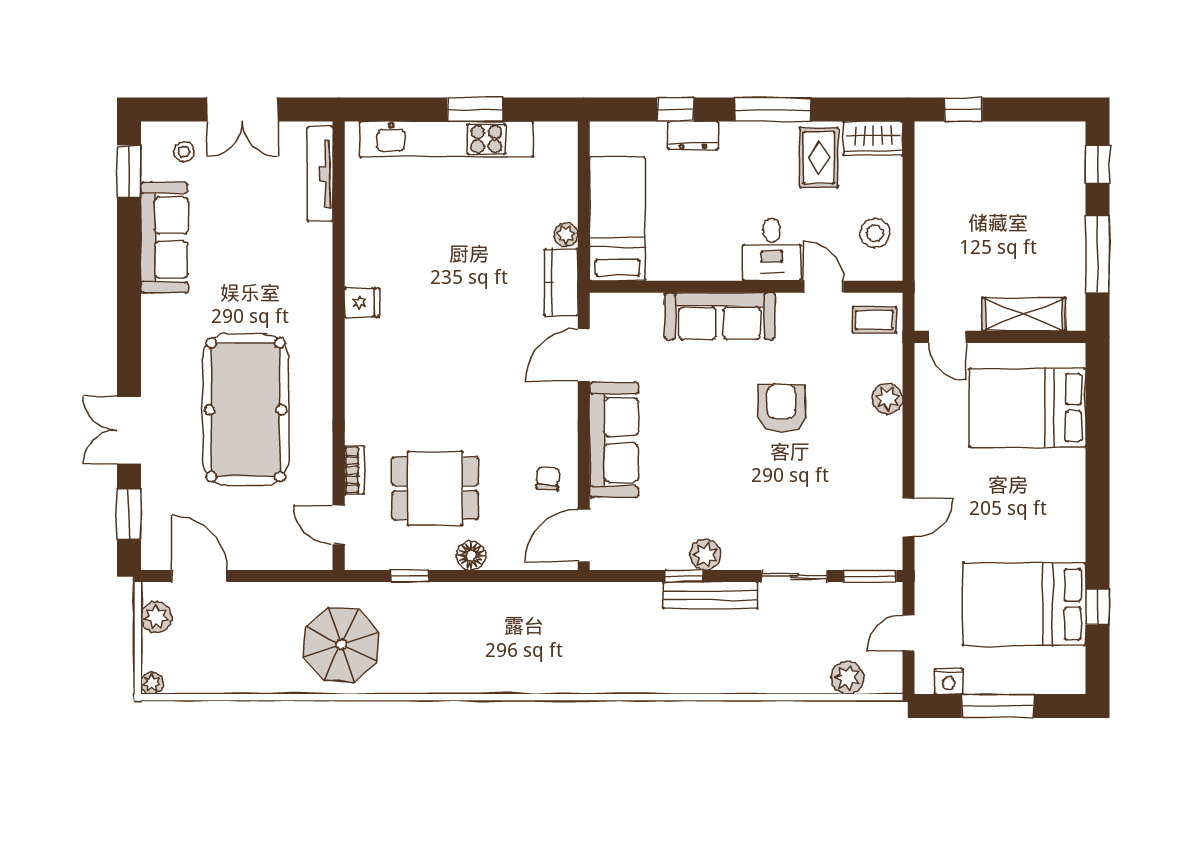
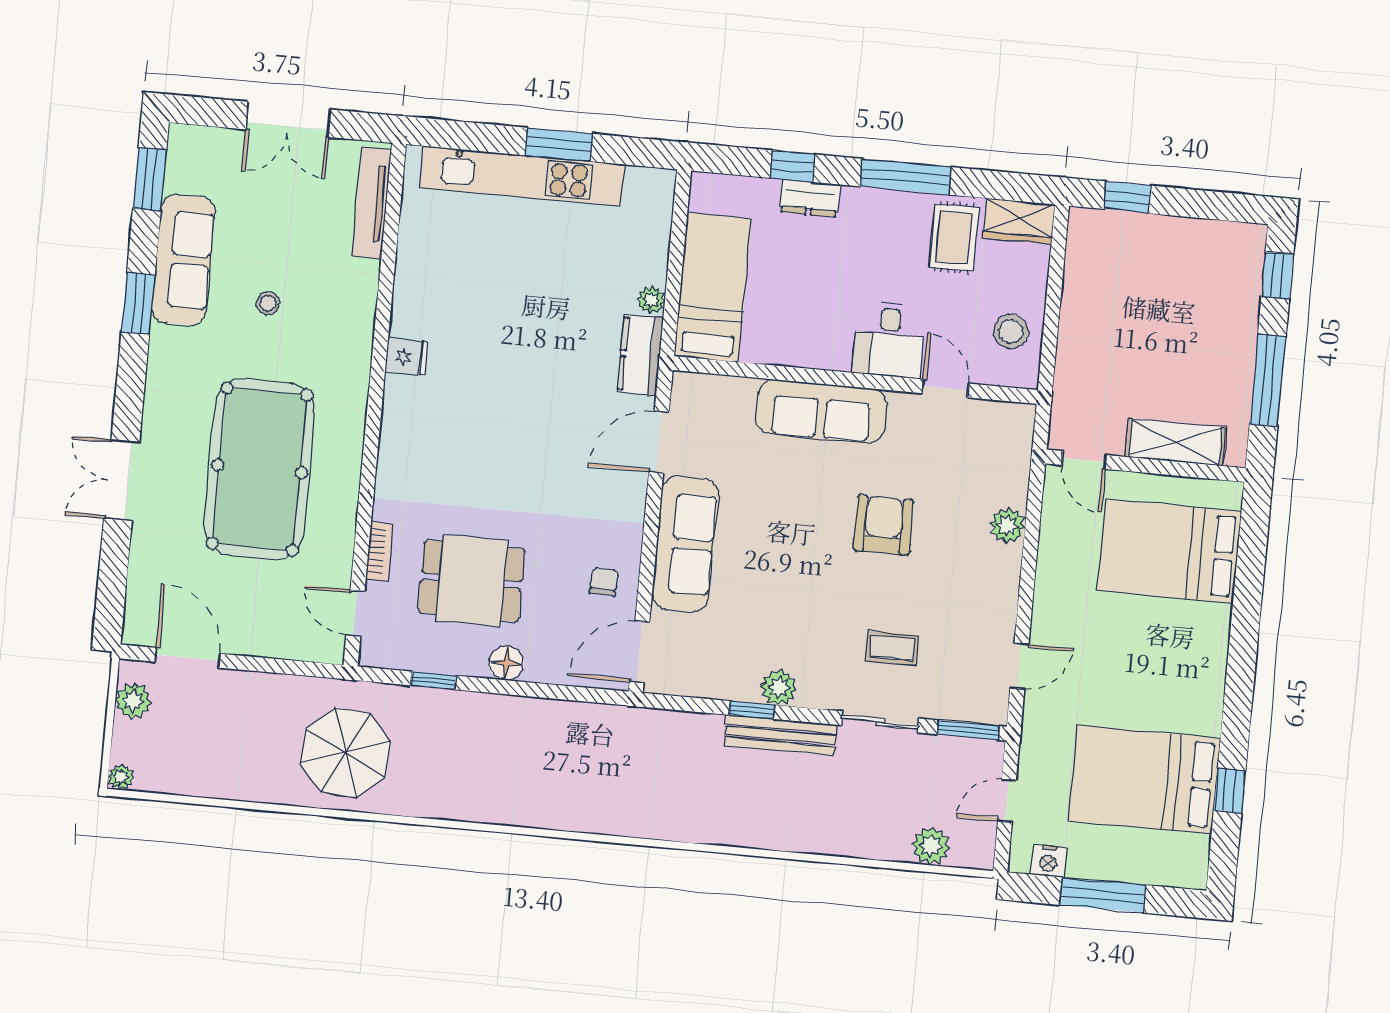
stool: (184, 152) -> (268, 303), moved
coffee table: (874, 320) -> (892, 648), moved
window: (129, 514) -> (138, 303), moved

